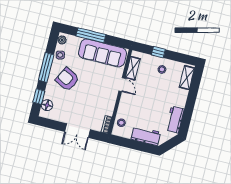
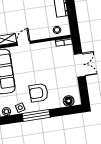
armchair: (67, 79) -> (39, 93), turned 63
window: (39, 97) -> (64, 111), removed

